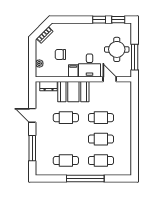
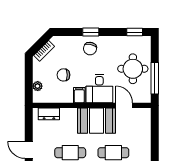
window: (99, 20) -> (91, 32), moved
chair: (82, 33) -> (90, 49), added
booth: (73, 92) -> (96, 121), moved

